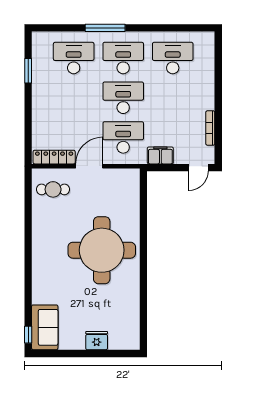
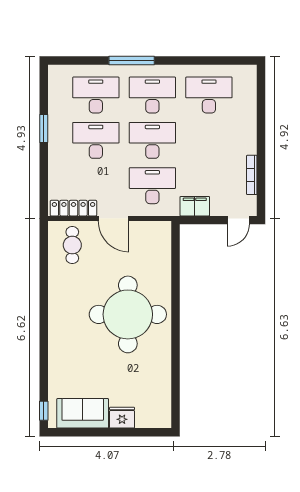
window: (28, 71) -> (44, 129), moved
desk: (74, 98) -> (96, 140), added
door: (89, 166) -> (114, 218), swing flipped
cafe table: (53, 189) -> (72, 245), turned 90
sofa: (45, 327) -> (83, 413), moved, turned -90

